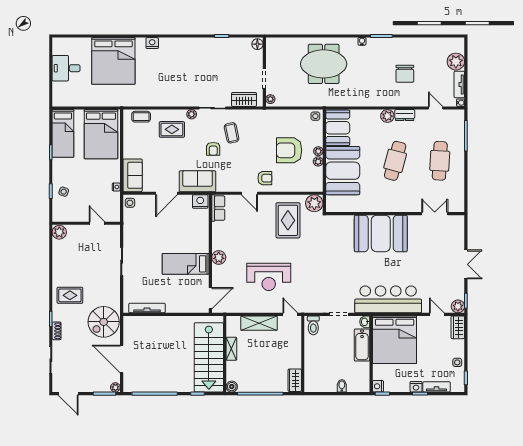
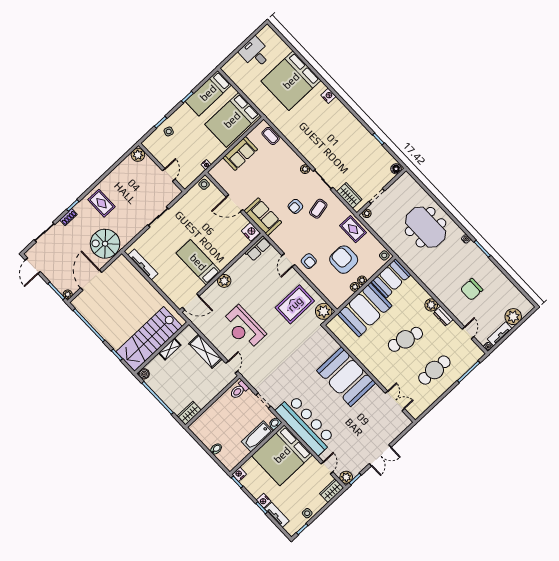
rug: (172, 129) -> (353, 229), moved
sofa: (133, 175) -> (240, 154), moved

